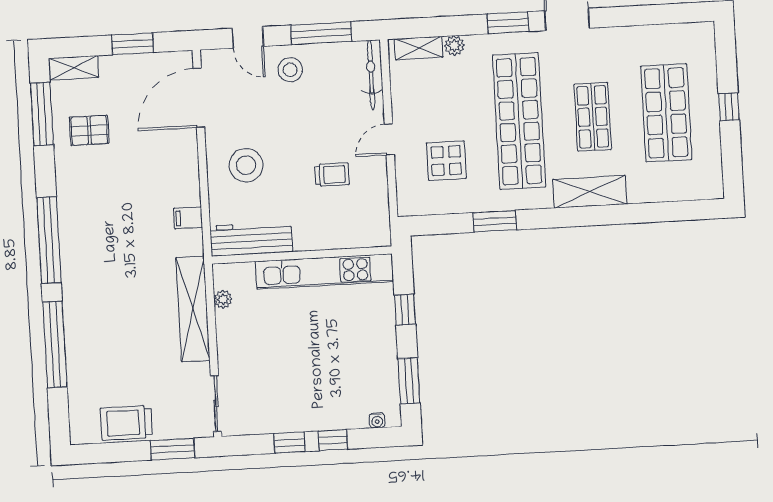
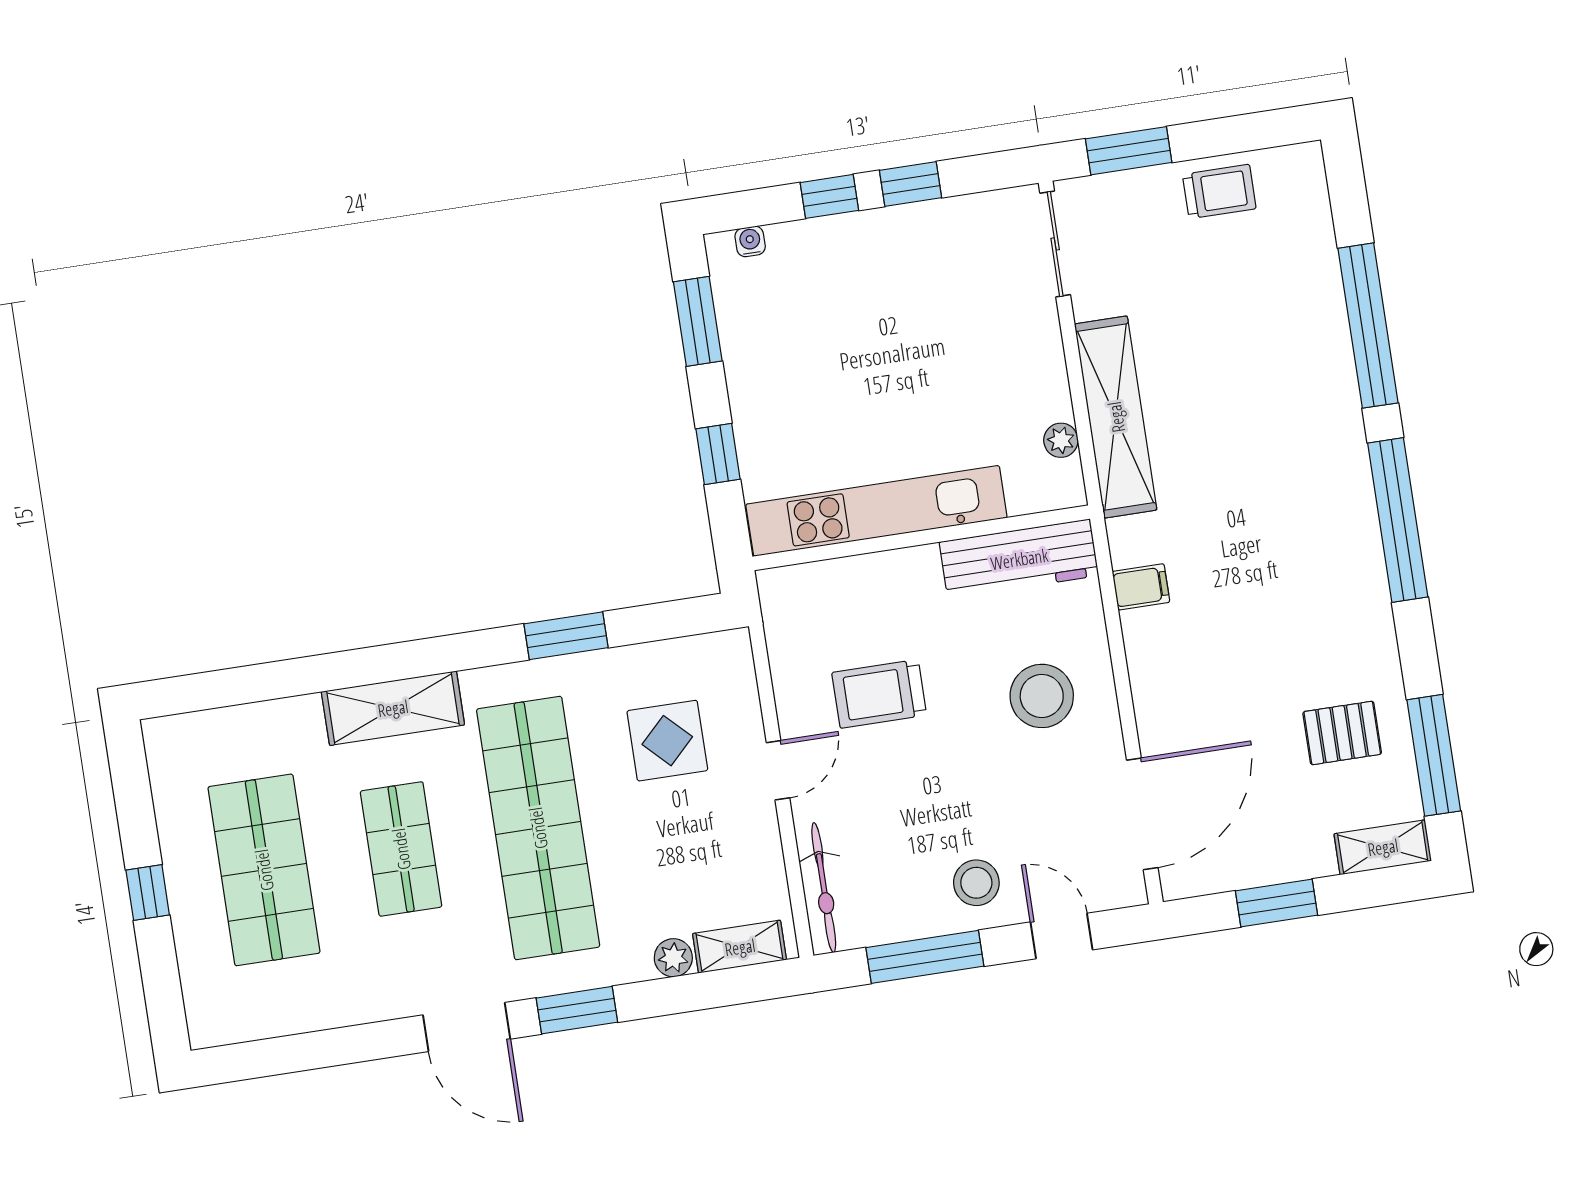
trolley: (332, 175) -> (879, 694), width x1.36, depth x1.39
trolley: (127, 423) -> (1219, 192), width x0.73, depth x0.72

